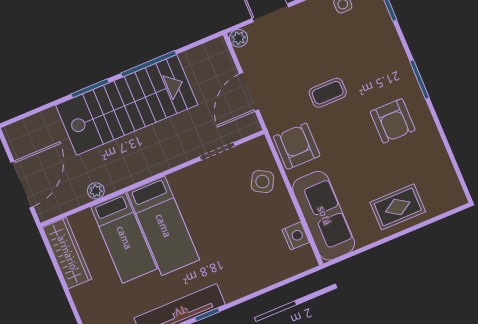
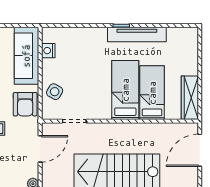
plant: (96, 191) -> (157, 128), removed

